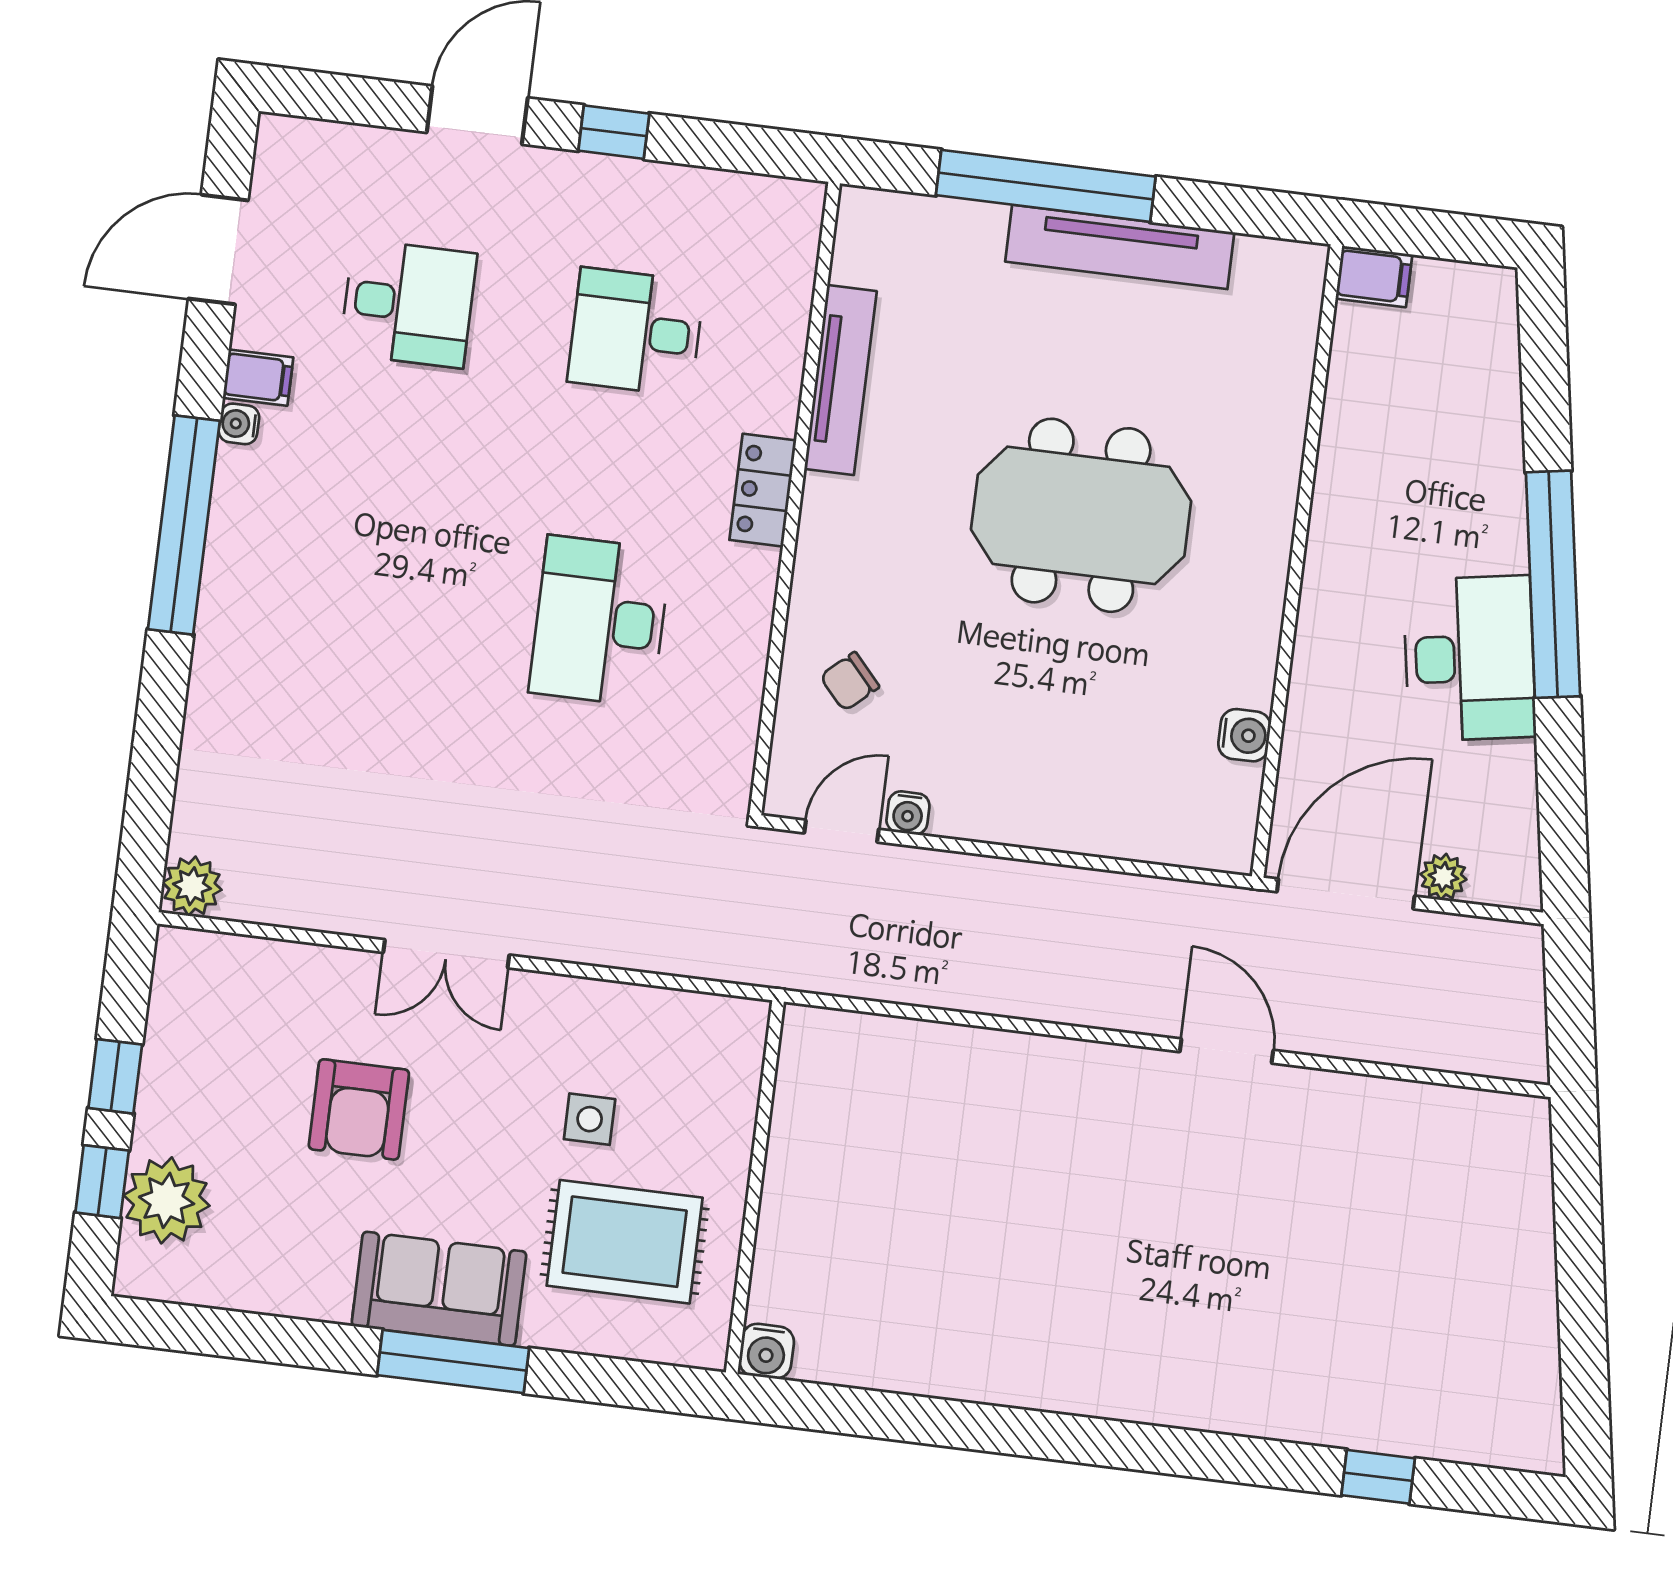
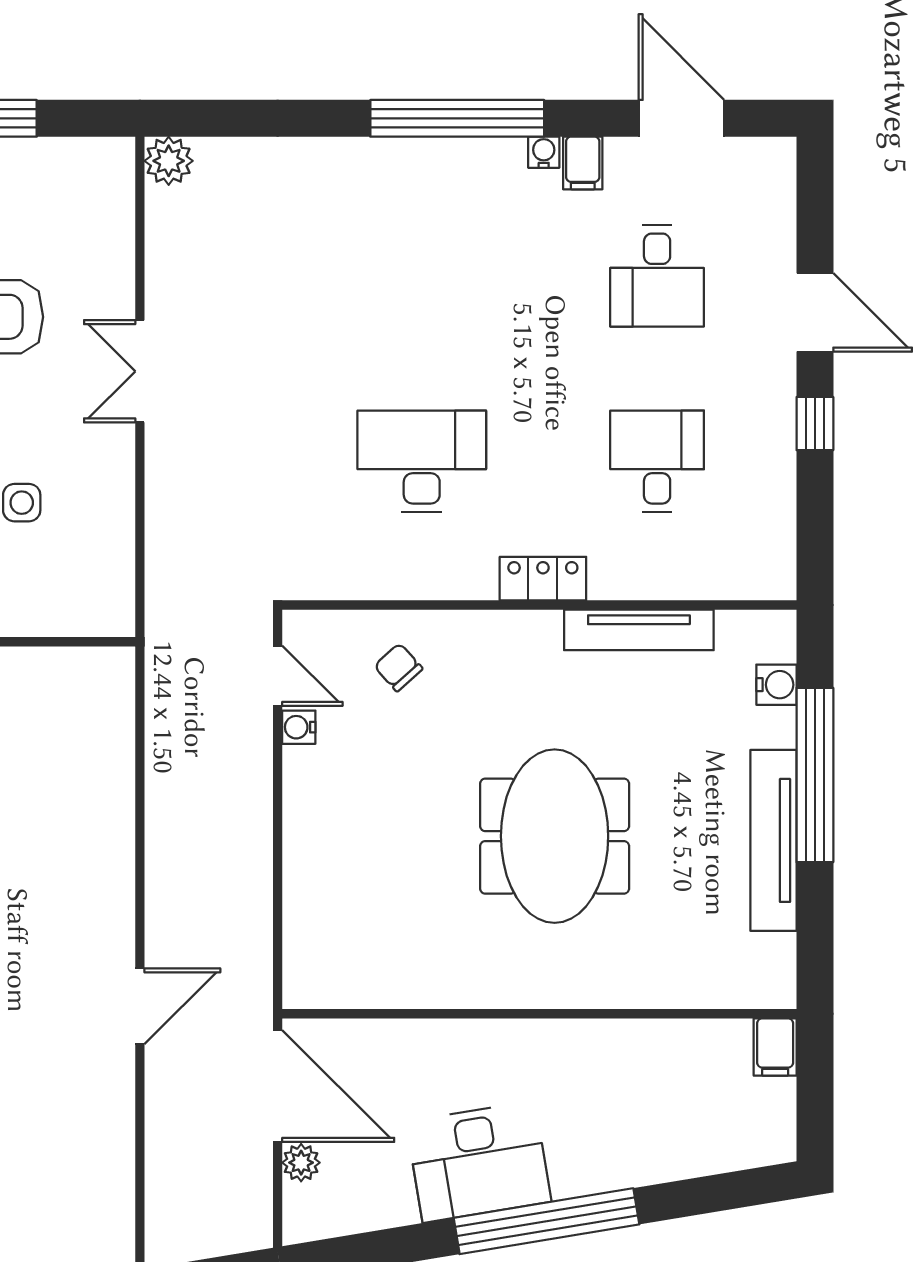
water cooler: (1244, 735) -> (776, 685), moved, turned -90

